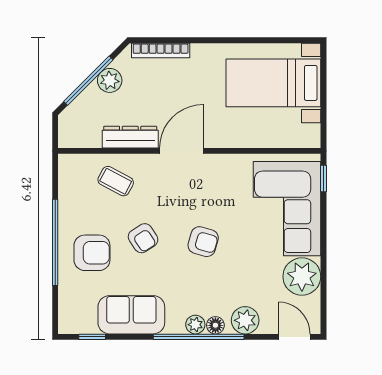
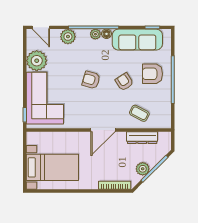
dresser: (130, 137) -> (142, 138), moved
sofa: (131, 315) -> (137, 40), width x1.36
floor lamp: (215, 325) -> (107, 34), moved

